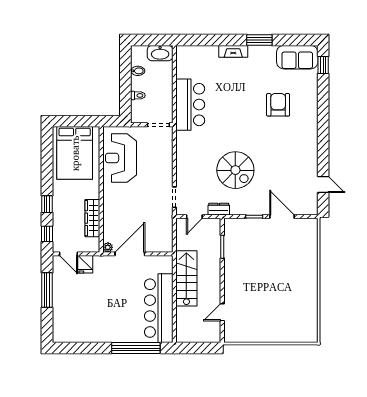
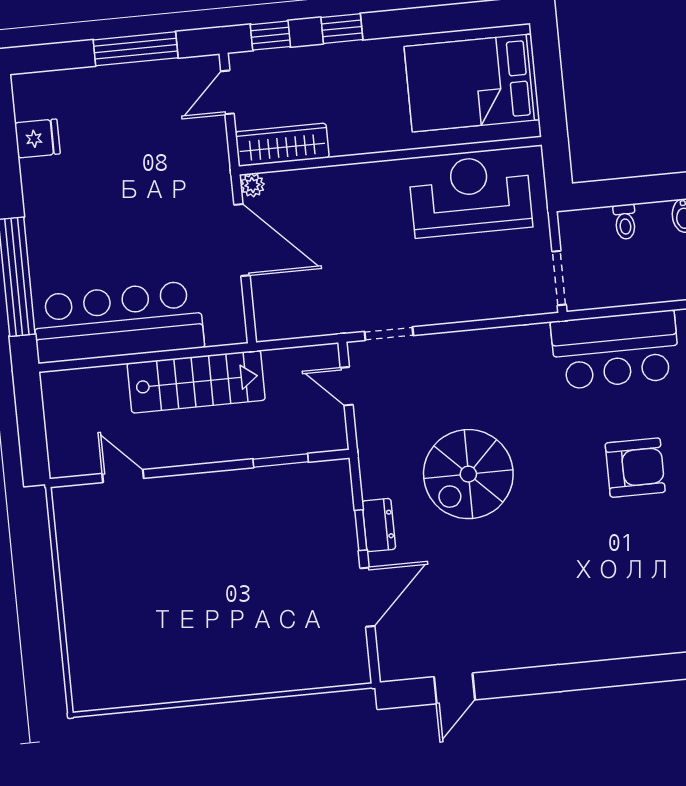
armchair: (278, 105) -> (635, 468), moved
dresser: (219, 209) -> (379, 525), moved
wardrobe: (92, 218) -> (282, 145), moved
fridge: (85, 264) -> (37, 138), moved, turned 180

